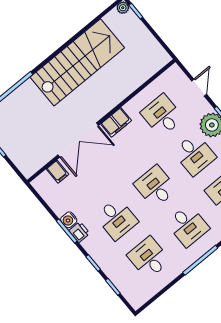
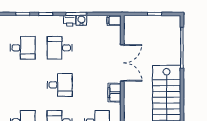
double door: (78, 140) -> (122, 63), swing flipped
filing cabinet: (58, 172) -> (114, 20), moved
desk: (188, 226) -> (23, 85), removed

